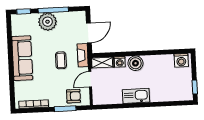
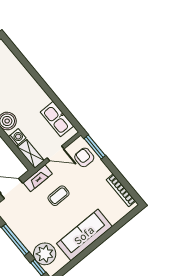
plant: (48, 22) -> (45, 254), moved
kitchen sink: (136, 96) -> (57, 119), moved
window: (65, 109) -> (95, 147), moved

